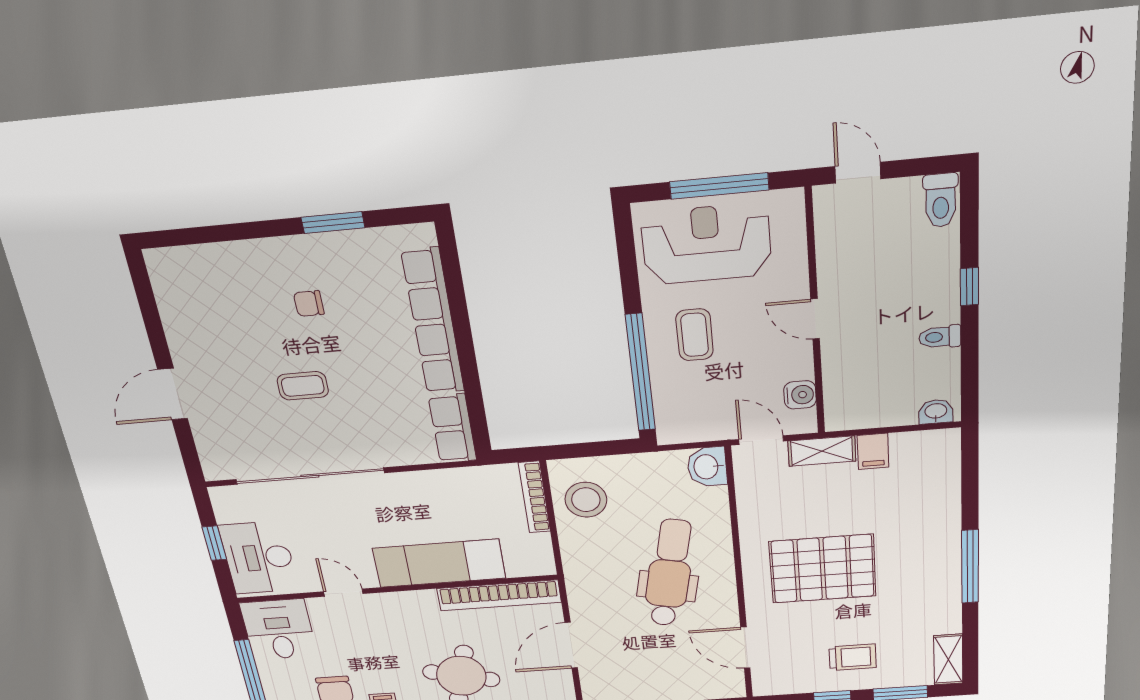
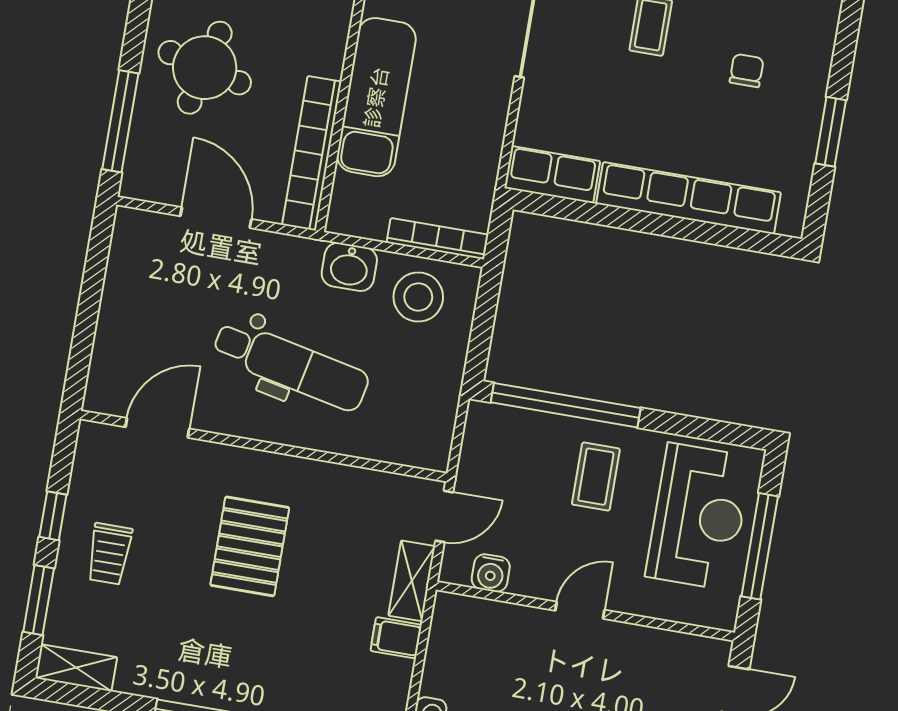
coffee table: (695, 335) -> (596, 477), turned 90
washbasin: (707, 467) -> (349, 267), moved, turned 180
pallet: (823, 569) -> (250, 546), width x0.73, depth x0.71

